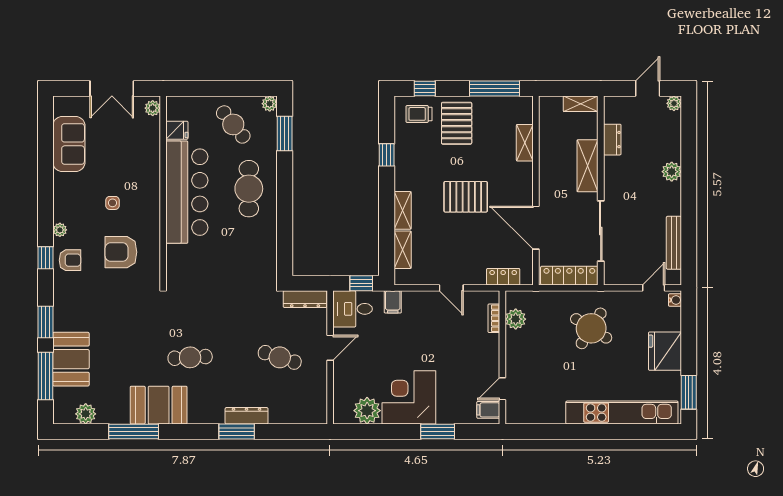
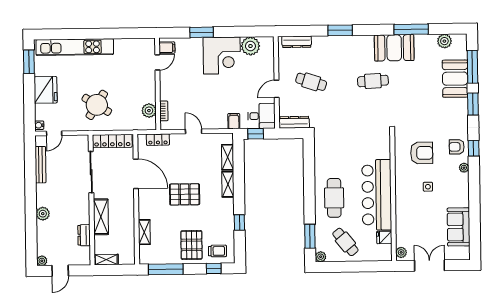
dresser: (247, 416) -> (297, 42), moved

